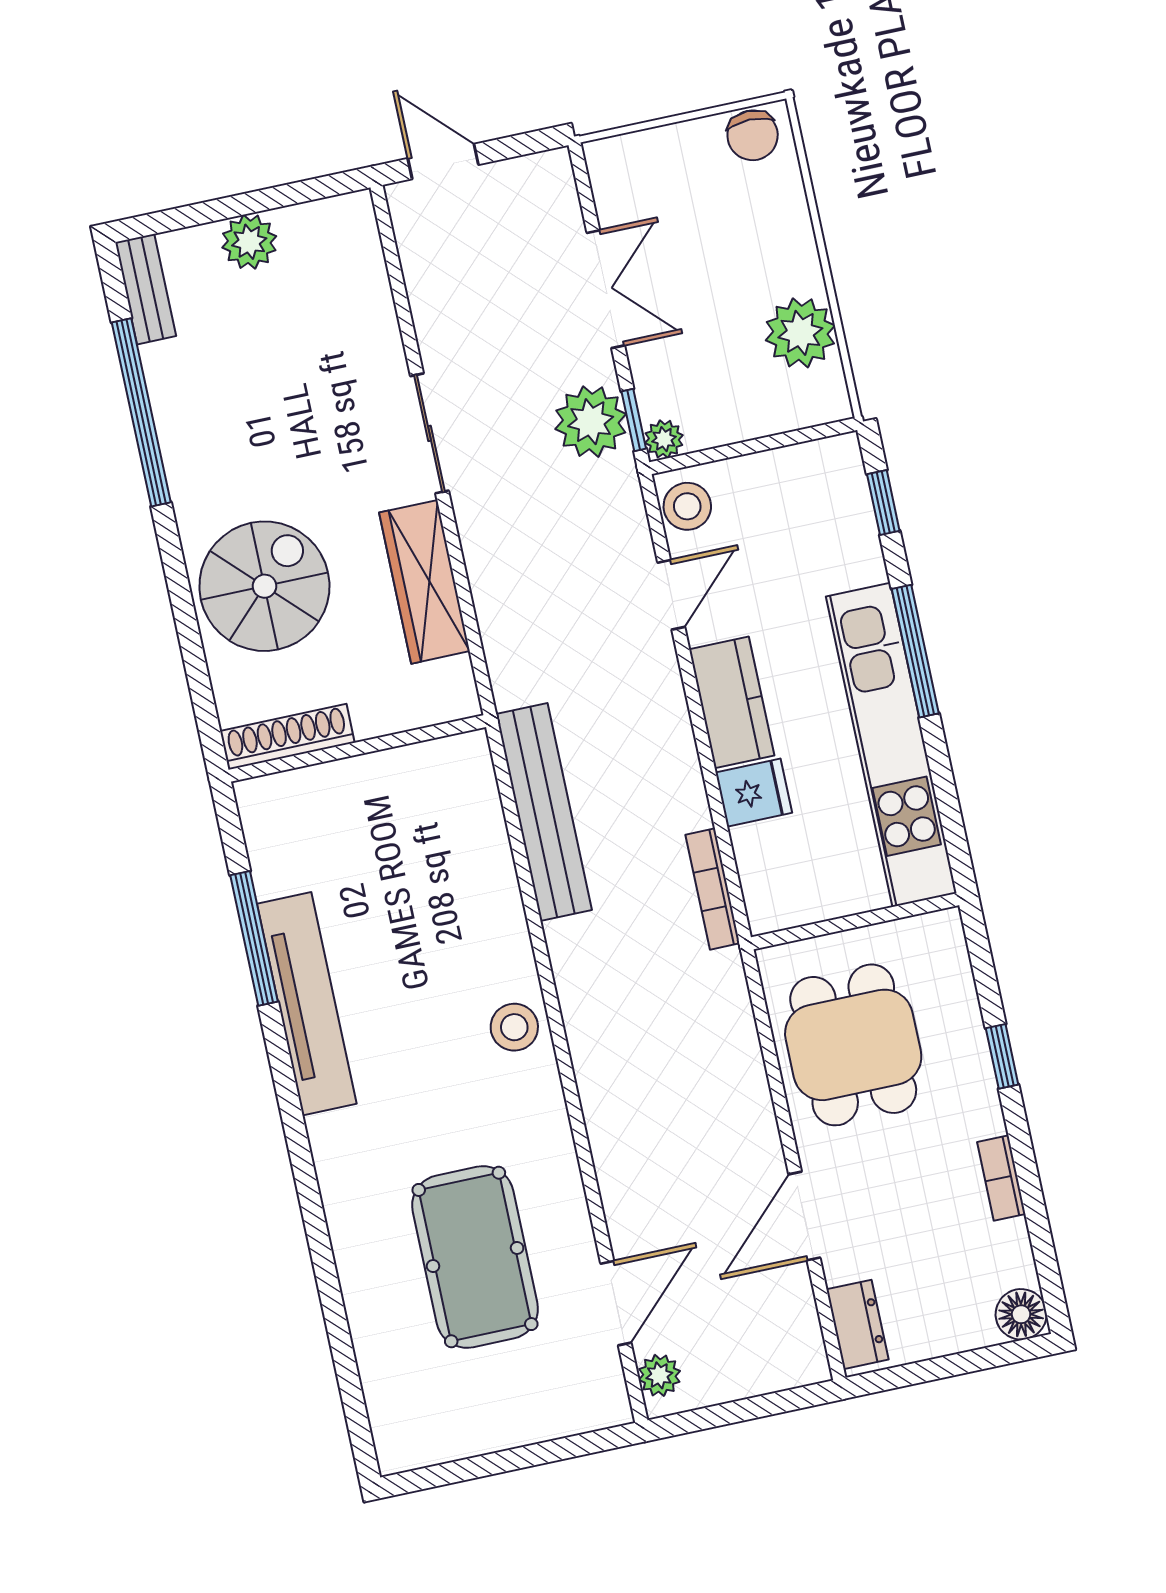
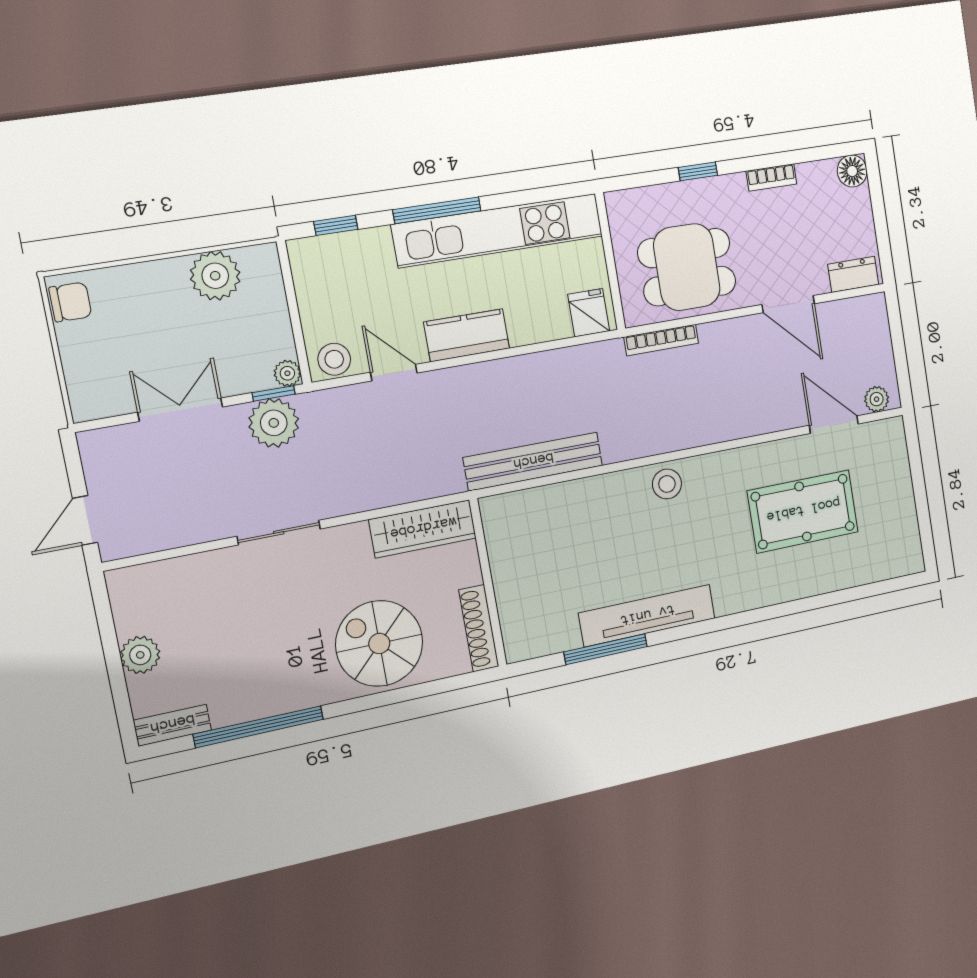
wardrobe: (425, 582) -> (423, 529), moved
fridge: (754, 793) -> (589, 313), moved
bookcase: (713, 889) -> (661, 340), moved

